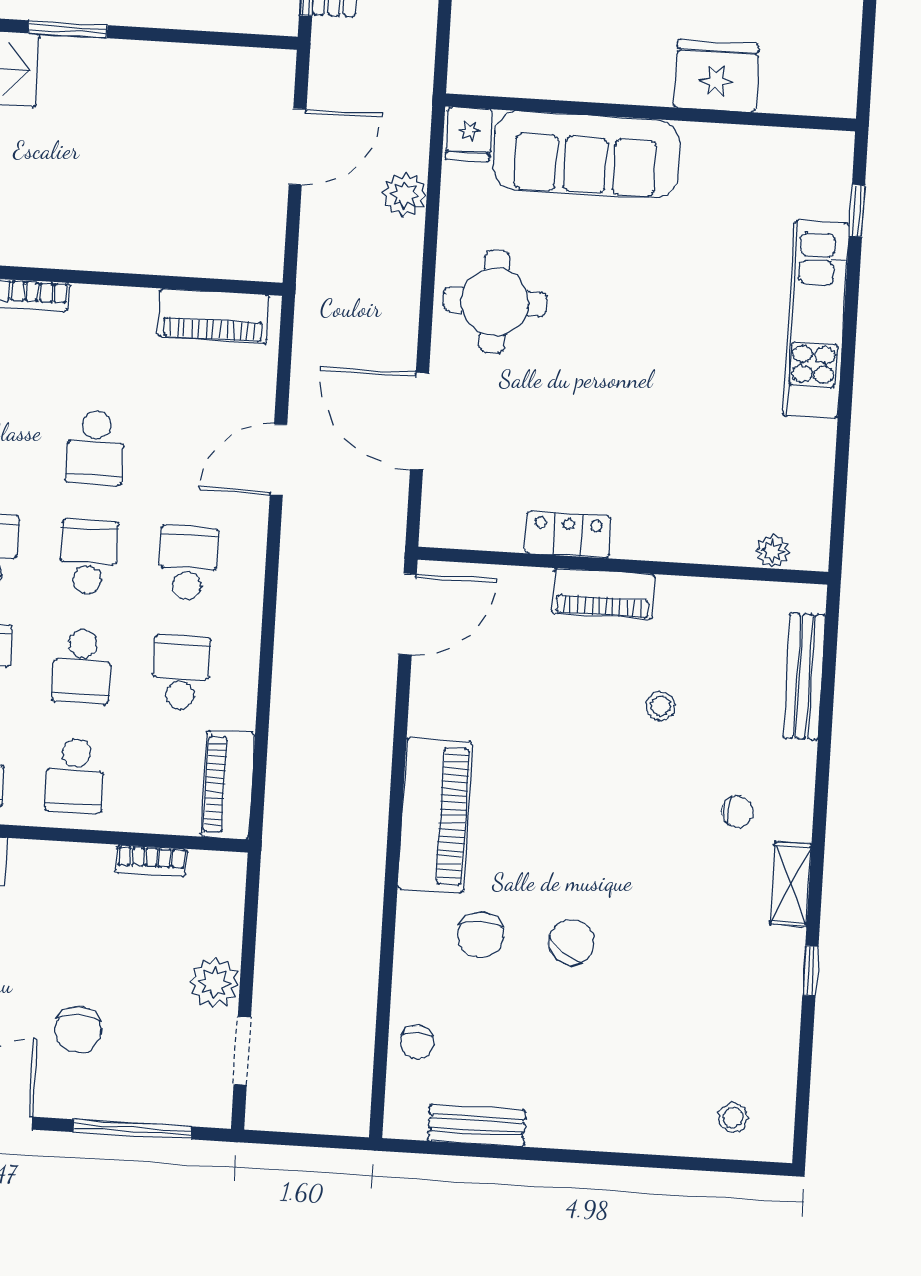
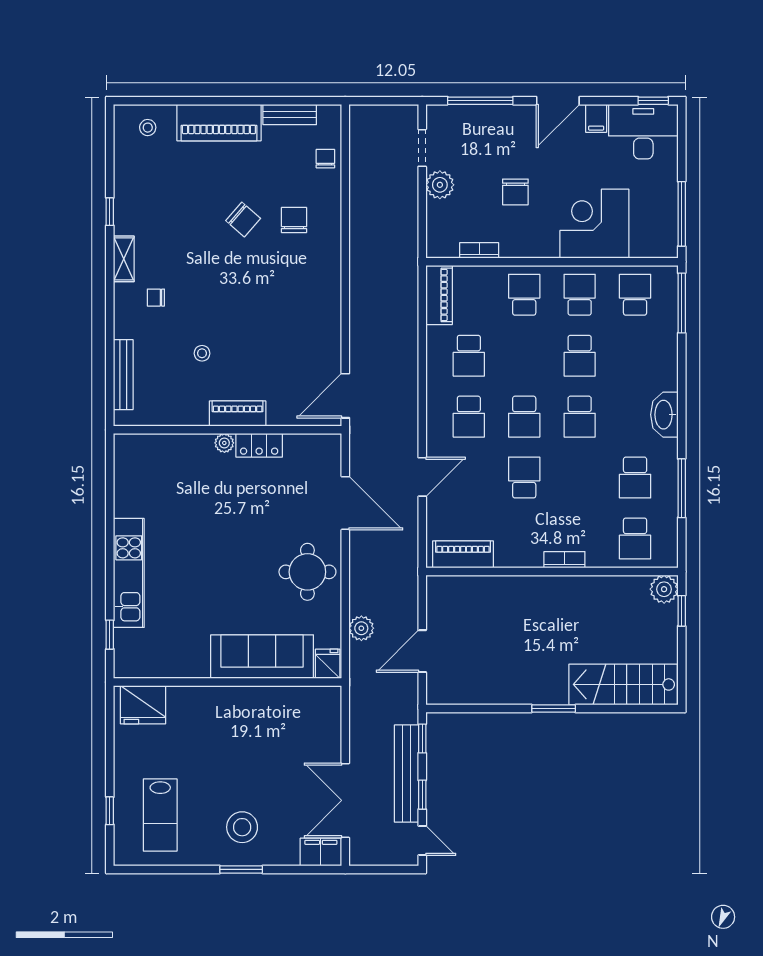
fridge: (716, 76) -> (143, 705), moved
plant: (773, 551) -> (224, 443), moved
school desk: (82, 666) -> (524, 356), removed
piano: (435, 815) -> (219, 123), moved, turned -90
chair: (572, 942) -> (243, 219), turned -86
chair: (78, 1030) -> (515, 192), moved, turned 180

